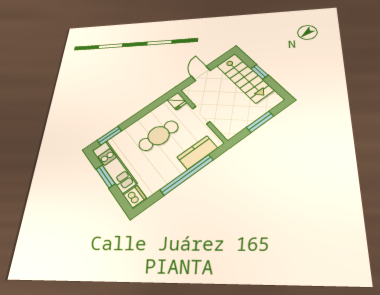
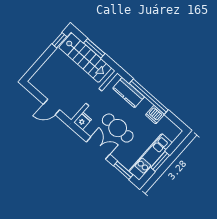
window: (260, 72) -> (59, 40), moved
stairs: (245, 78) -> (85, 58), moved, turned 90
double door: (142, 113) -> (98, 148), added
dishwasher: (135, 197) -> (155, 115), moved, turned -90

